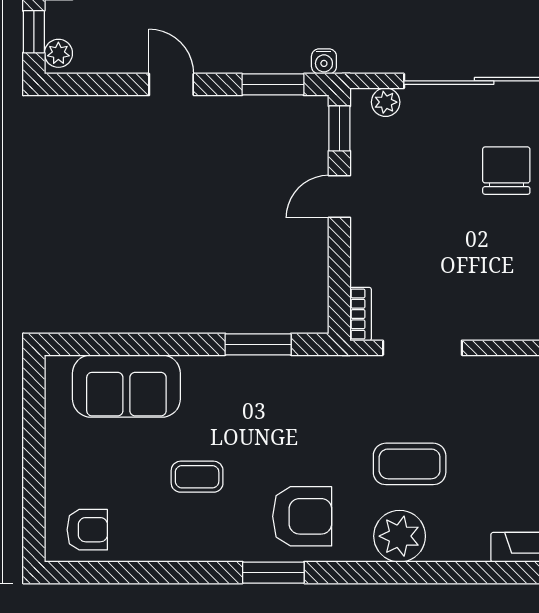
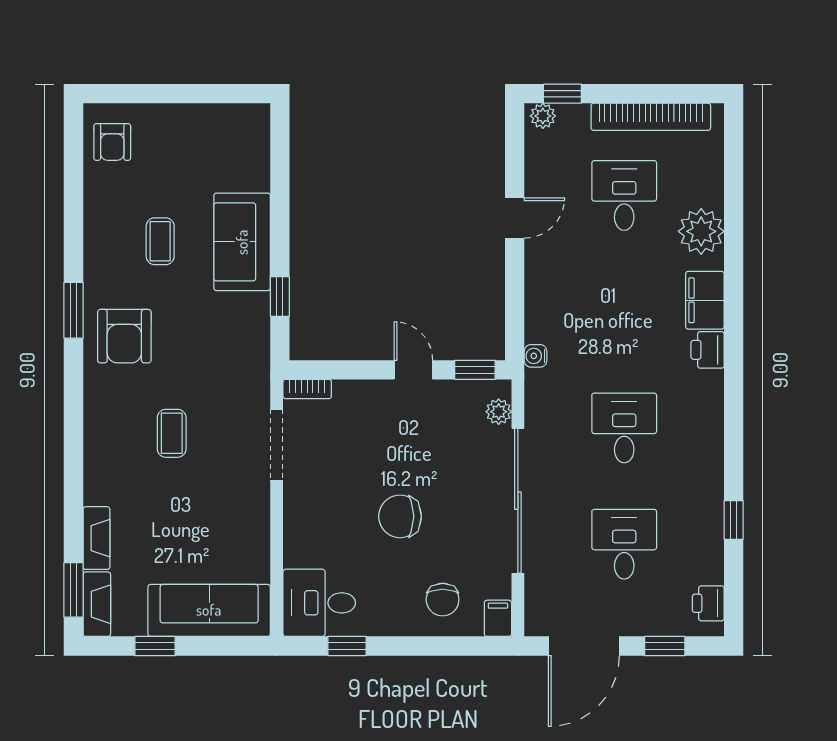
window: (273, 84) -> (515, 310), removed
chair: (506, 171) -> (400, 516), moved, turned 180
window: (258, 344) -> (280, 296), width x0.67
sofa: (126, 386) -> (242, 242), moved
coffee table: (410, 464) -> (172, 433), width x0.73, depth x0.77
plant: (400, 536) -> (106, 424), removed

